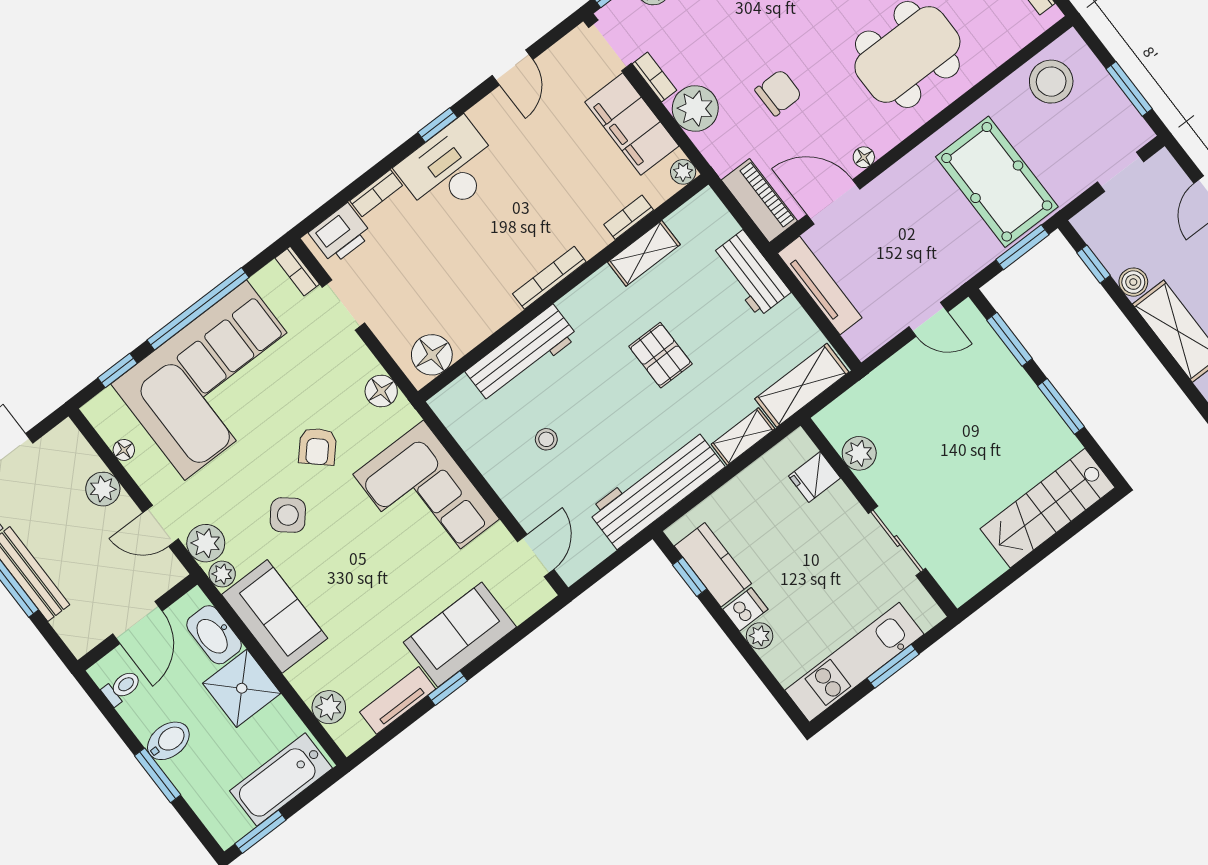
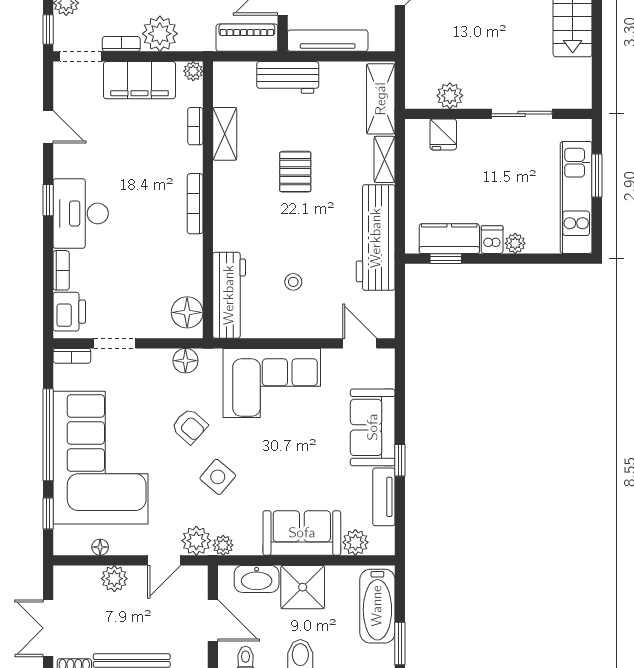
workbench: (522, 354) -> (229, 295), moved
pallet: (660, 355) -> (295, 172), turned 90
sofa: (275, 616) -> (302, 533), moved

